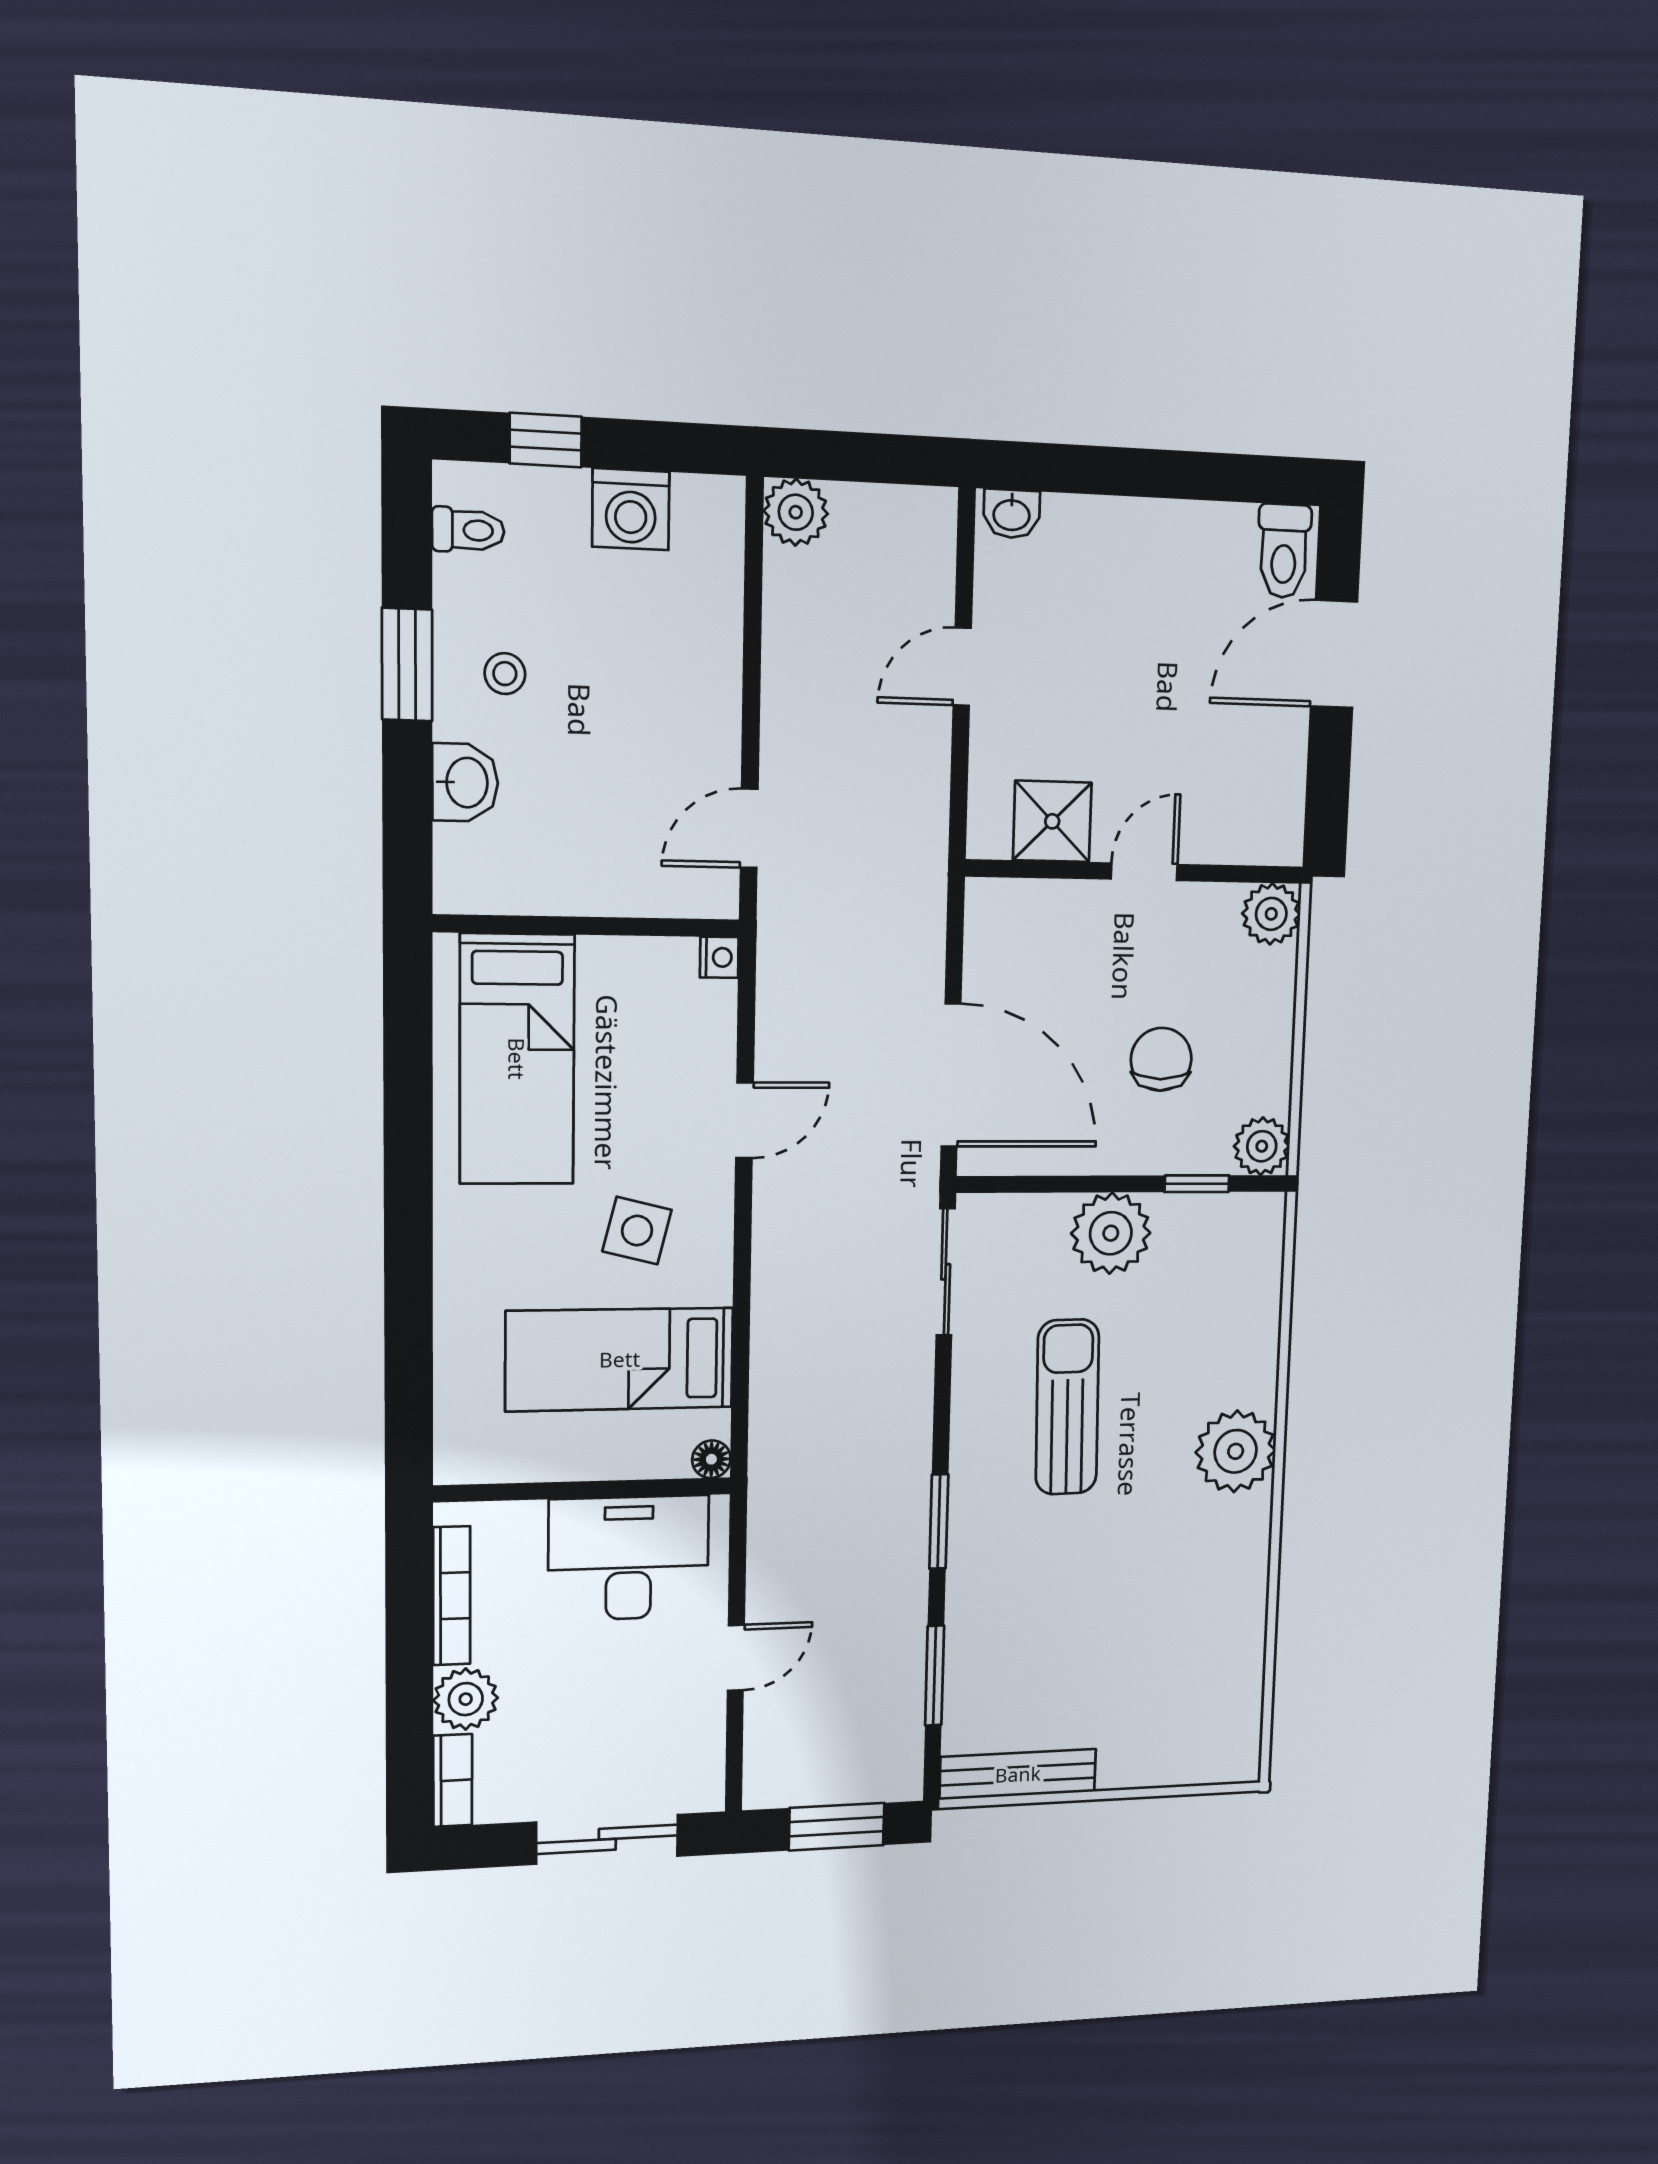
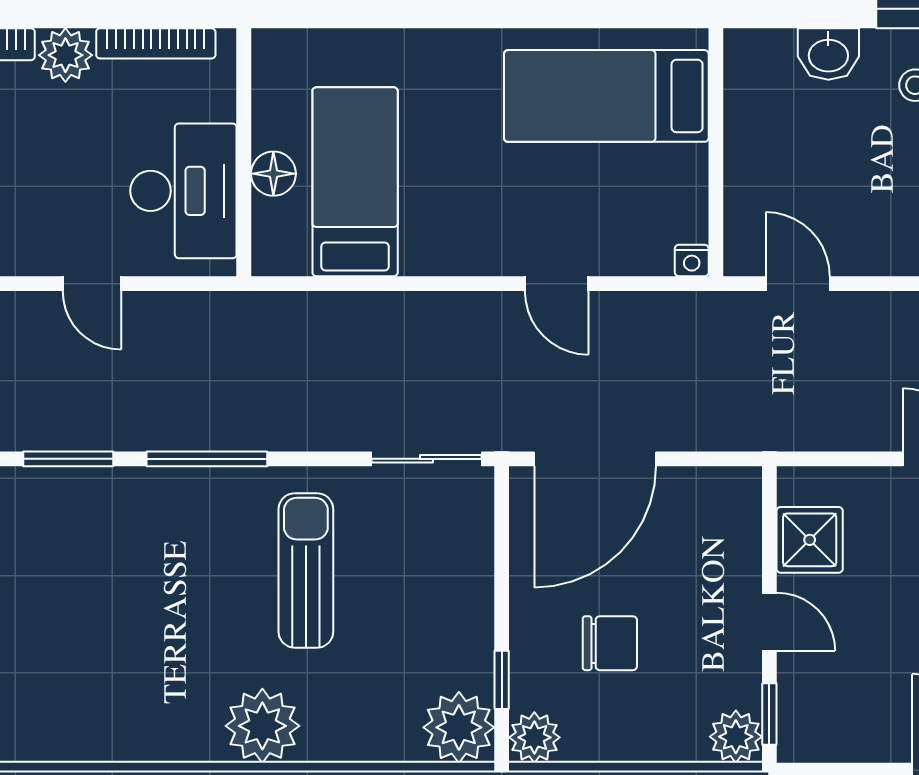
window: (1248, 874) -> (769, 714), added
side table: (637, 1231) -> (464, 195), removed
plant: (1111, 1233) -> (459, 727), moved
sun lounger: (1067, 1407) -> (306, 570), turned -89
floor lamp: (711, 1459) -> (273, 174), moved, width x1.37, depth x1.37
window: (939, 1522) -> (207, 459), width x1.44

